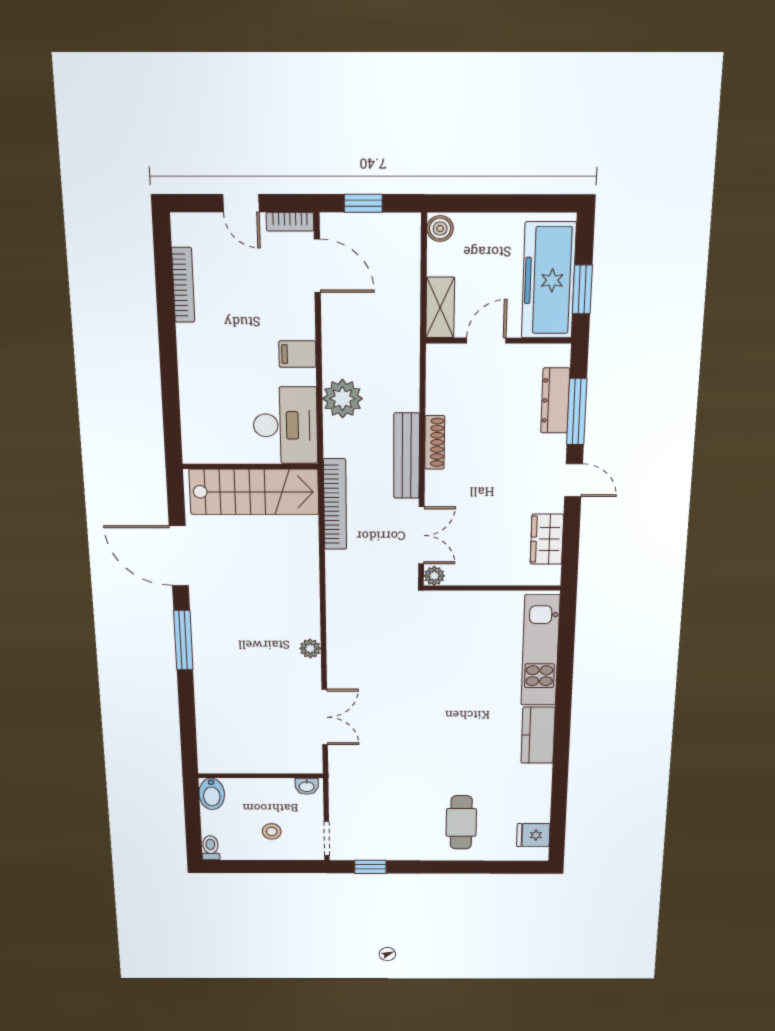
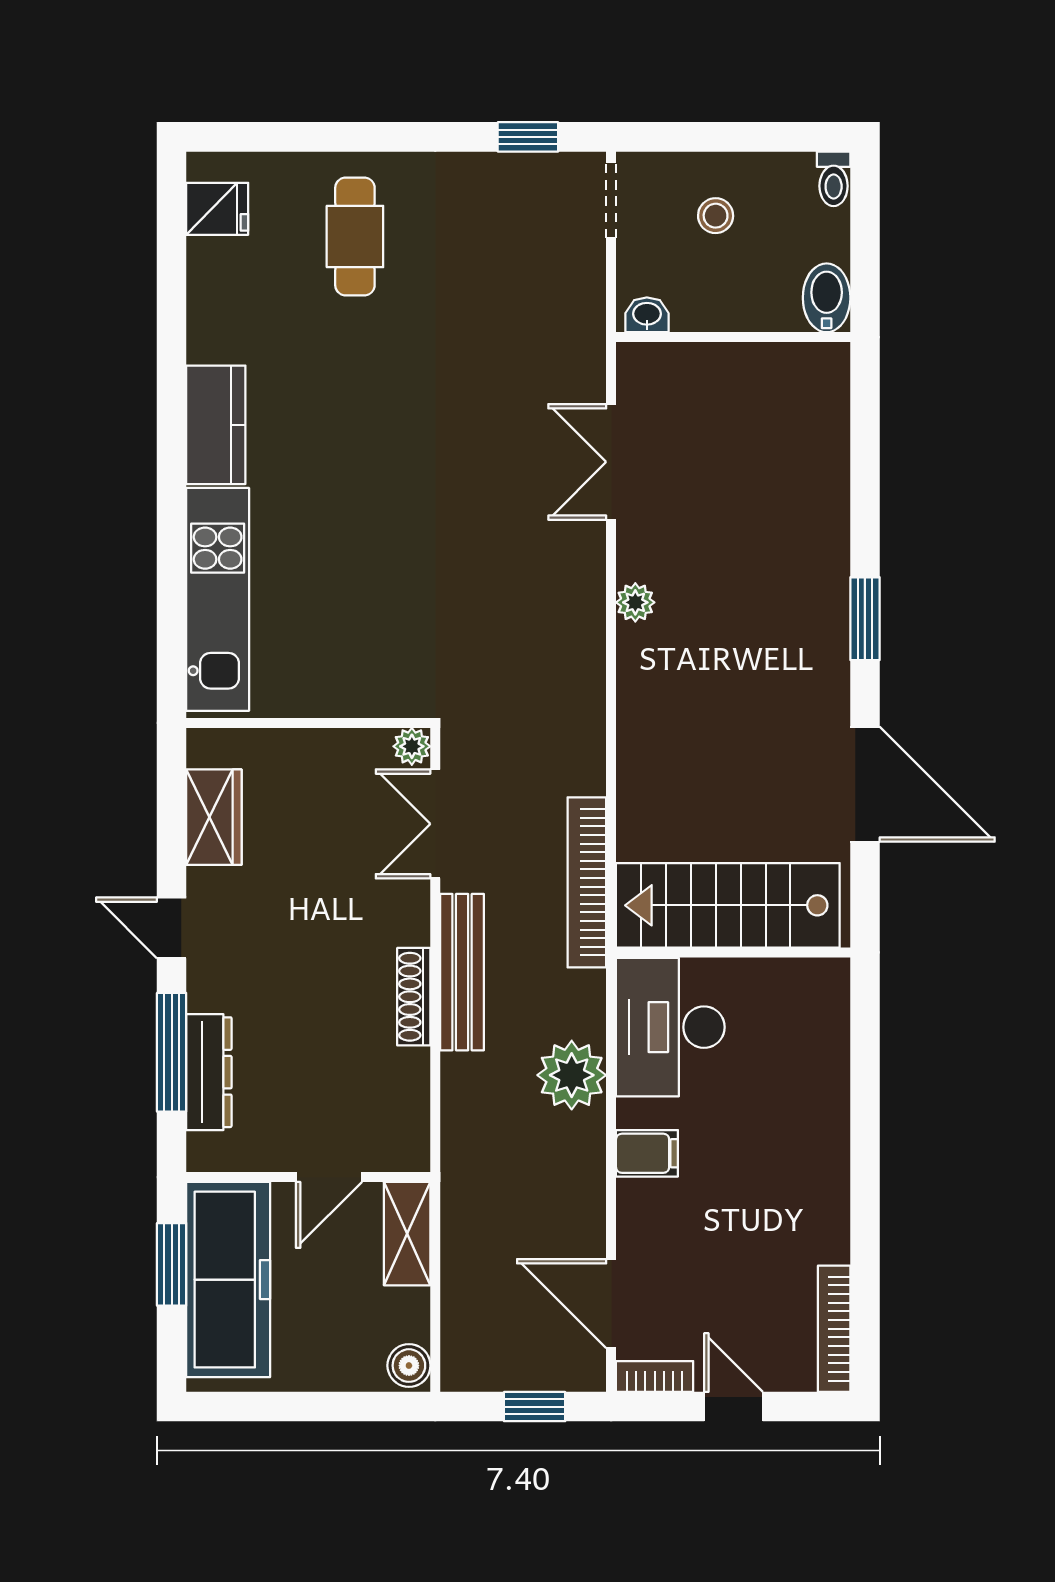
bookcase: (183, 285) -> (834, 1329), moved
window: (183, 640) -> (865, 619), width x0.69

